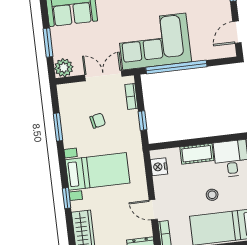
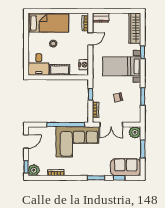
door: (153, 210) -> (90, 39), hinge flipped

